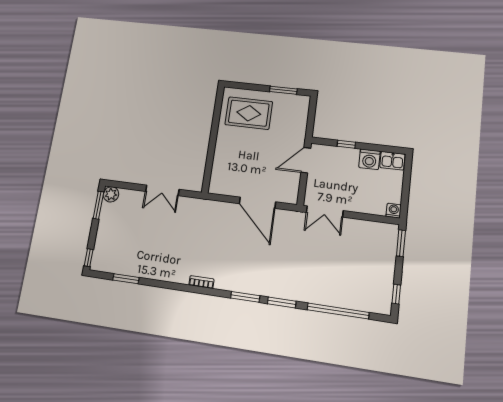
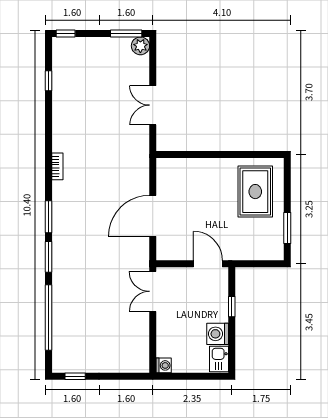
window: (401, 243) -> (130, 376), removed
window: (126, 279) -> (49, 81), width x0.67

